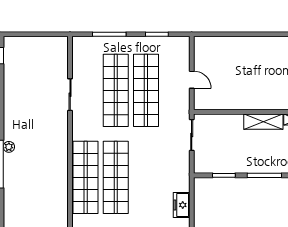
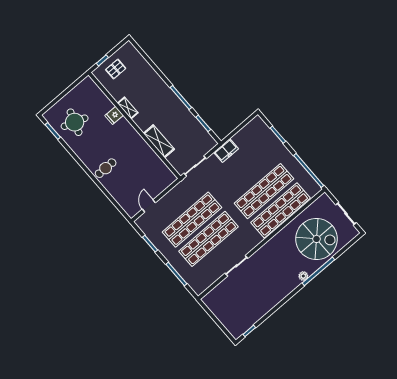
cafe table: (259, 53) -> (106, 168), added
door: (192, 80) -> (149, 206), moved
shelving: (263, 122) -> (159, 141), moved
spiral stairs: (32, 187) -> (317, 239), added
freezer: (182, 205) -> (226, 151), moved

